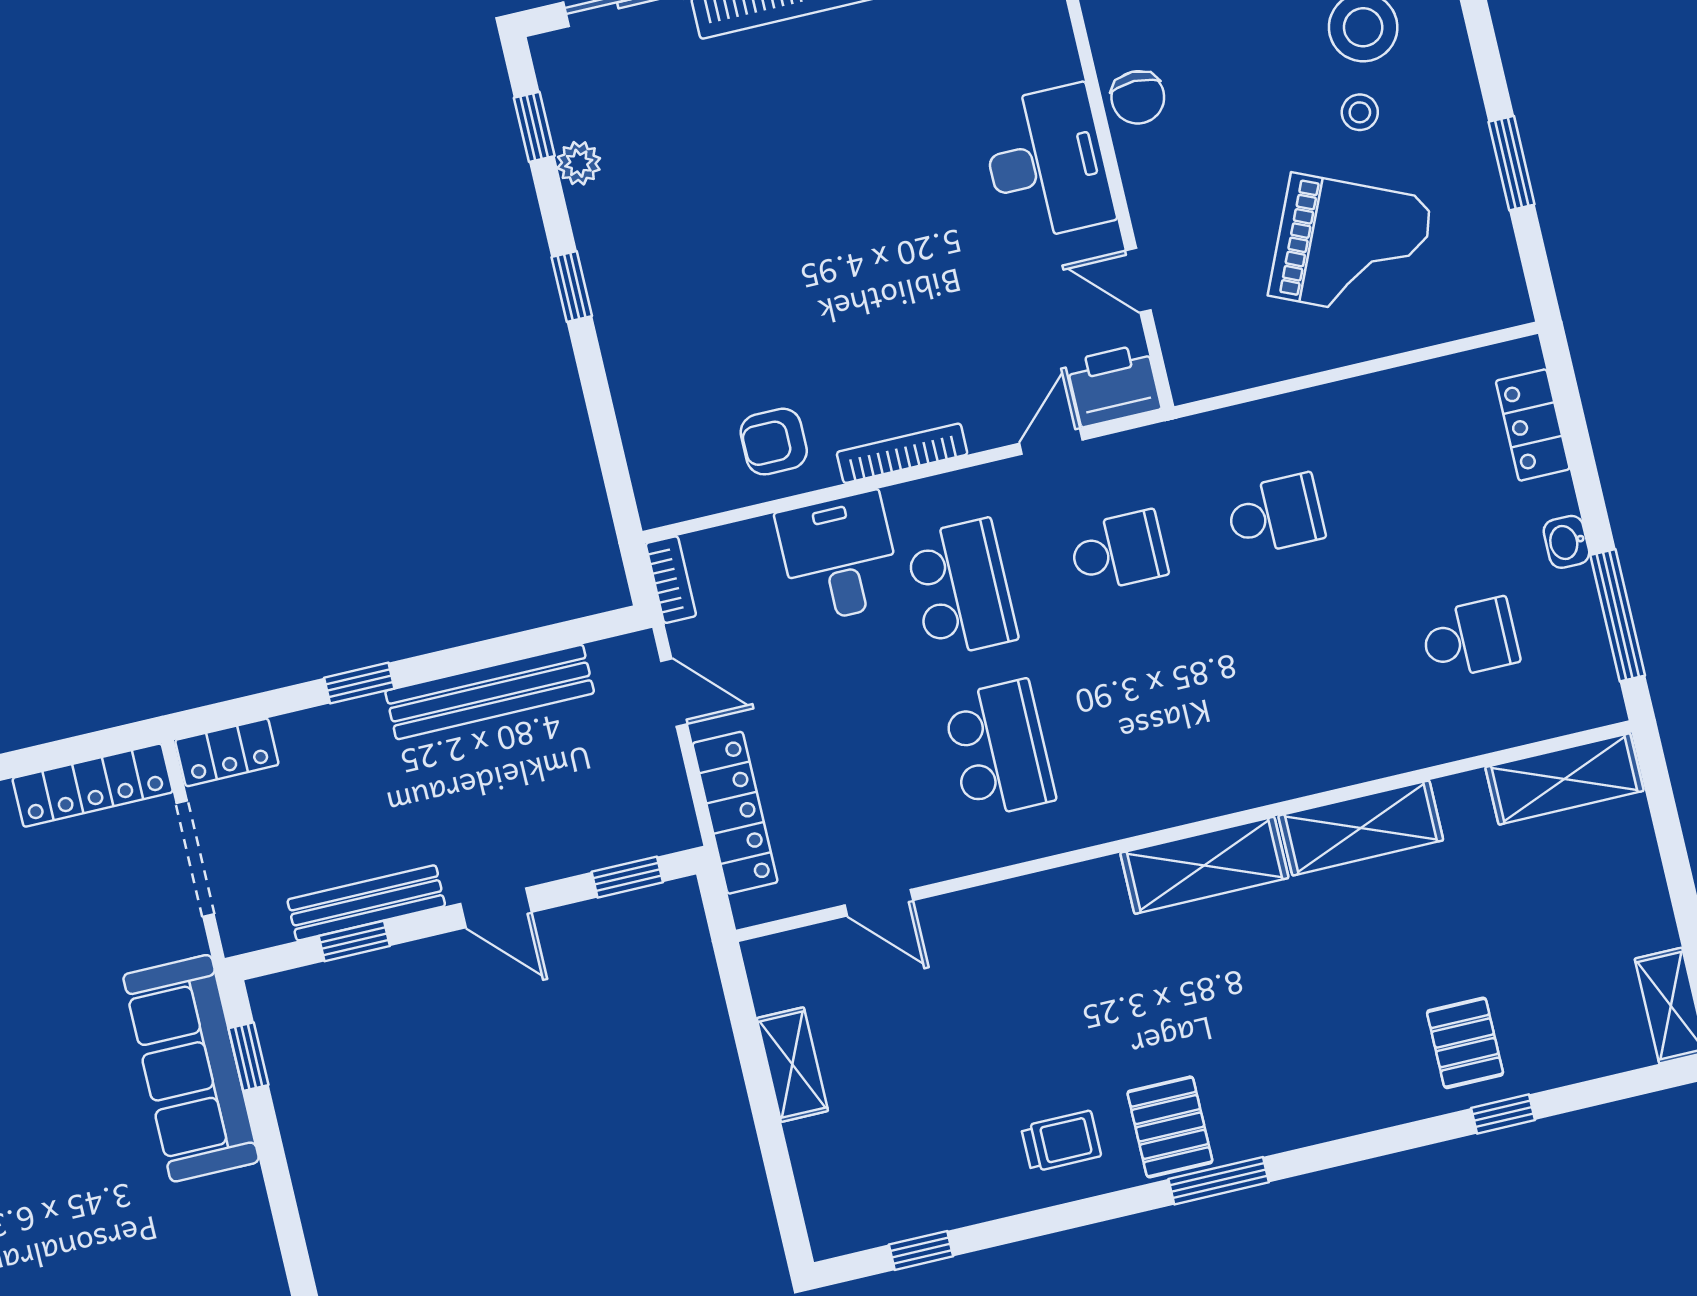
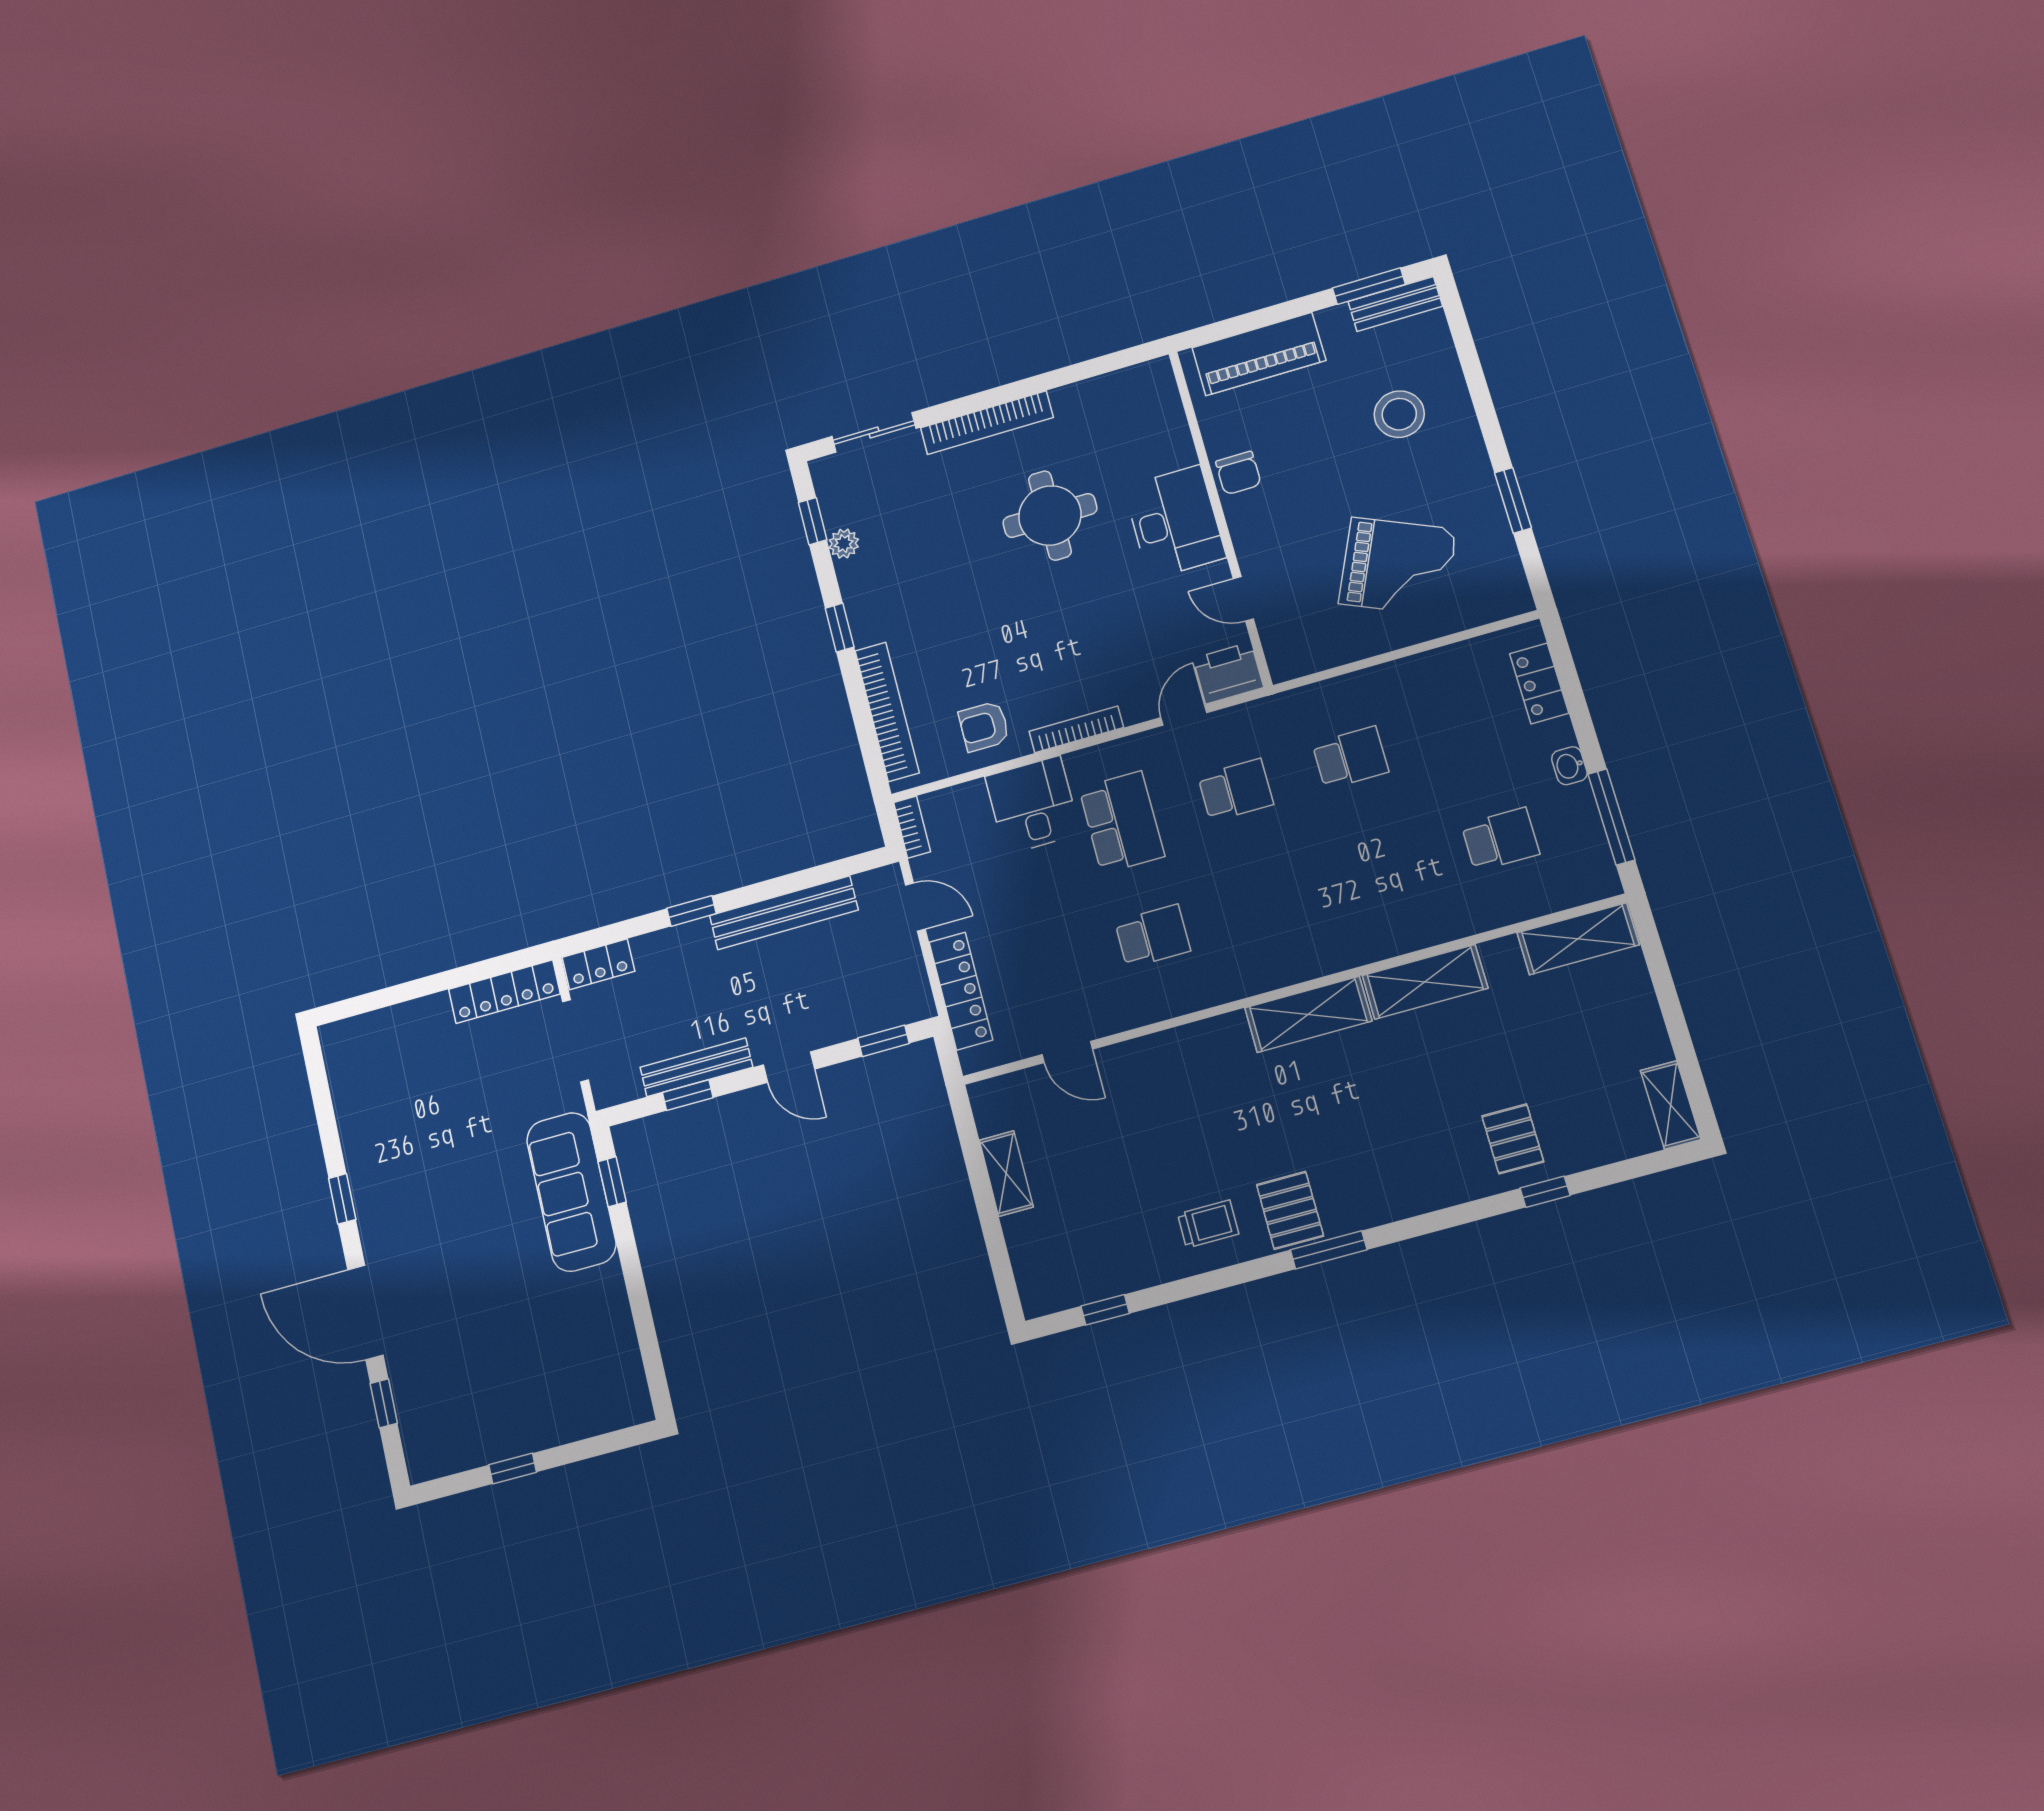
stool: (1360, 112) -> (1400, 472), removed
round table: (873, 142) -> (1050, 515), added
bookcase: (638, 413) -> (887, 712), added
school desk: (999, 749) -> (1153, 936), width x0.54

